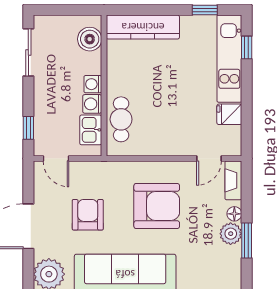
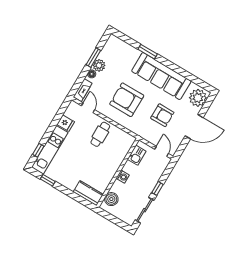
kitchen counter: (143, 27) -> (88, 193), width x0.67
washing machine: (92, 104) -> (129, 167), removed
cafe table: (121, 119) -> (100, 134), moved
window: (28, 128) -> (157, 188), moved
door: (209, 159) -> (88, 108), hinge flipped
armchair: (88, 215) -> (162, 115), turned -90

